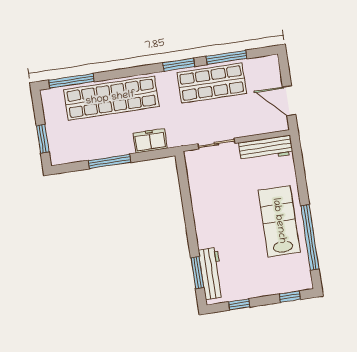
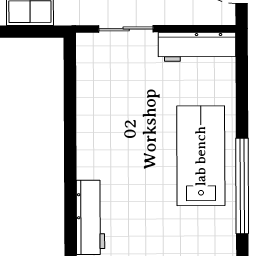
window: (197, 272) -> (70, 213), removed

